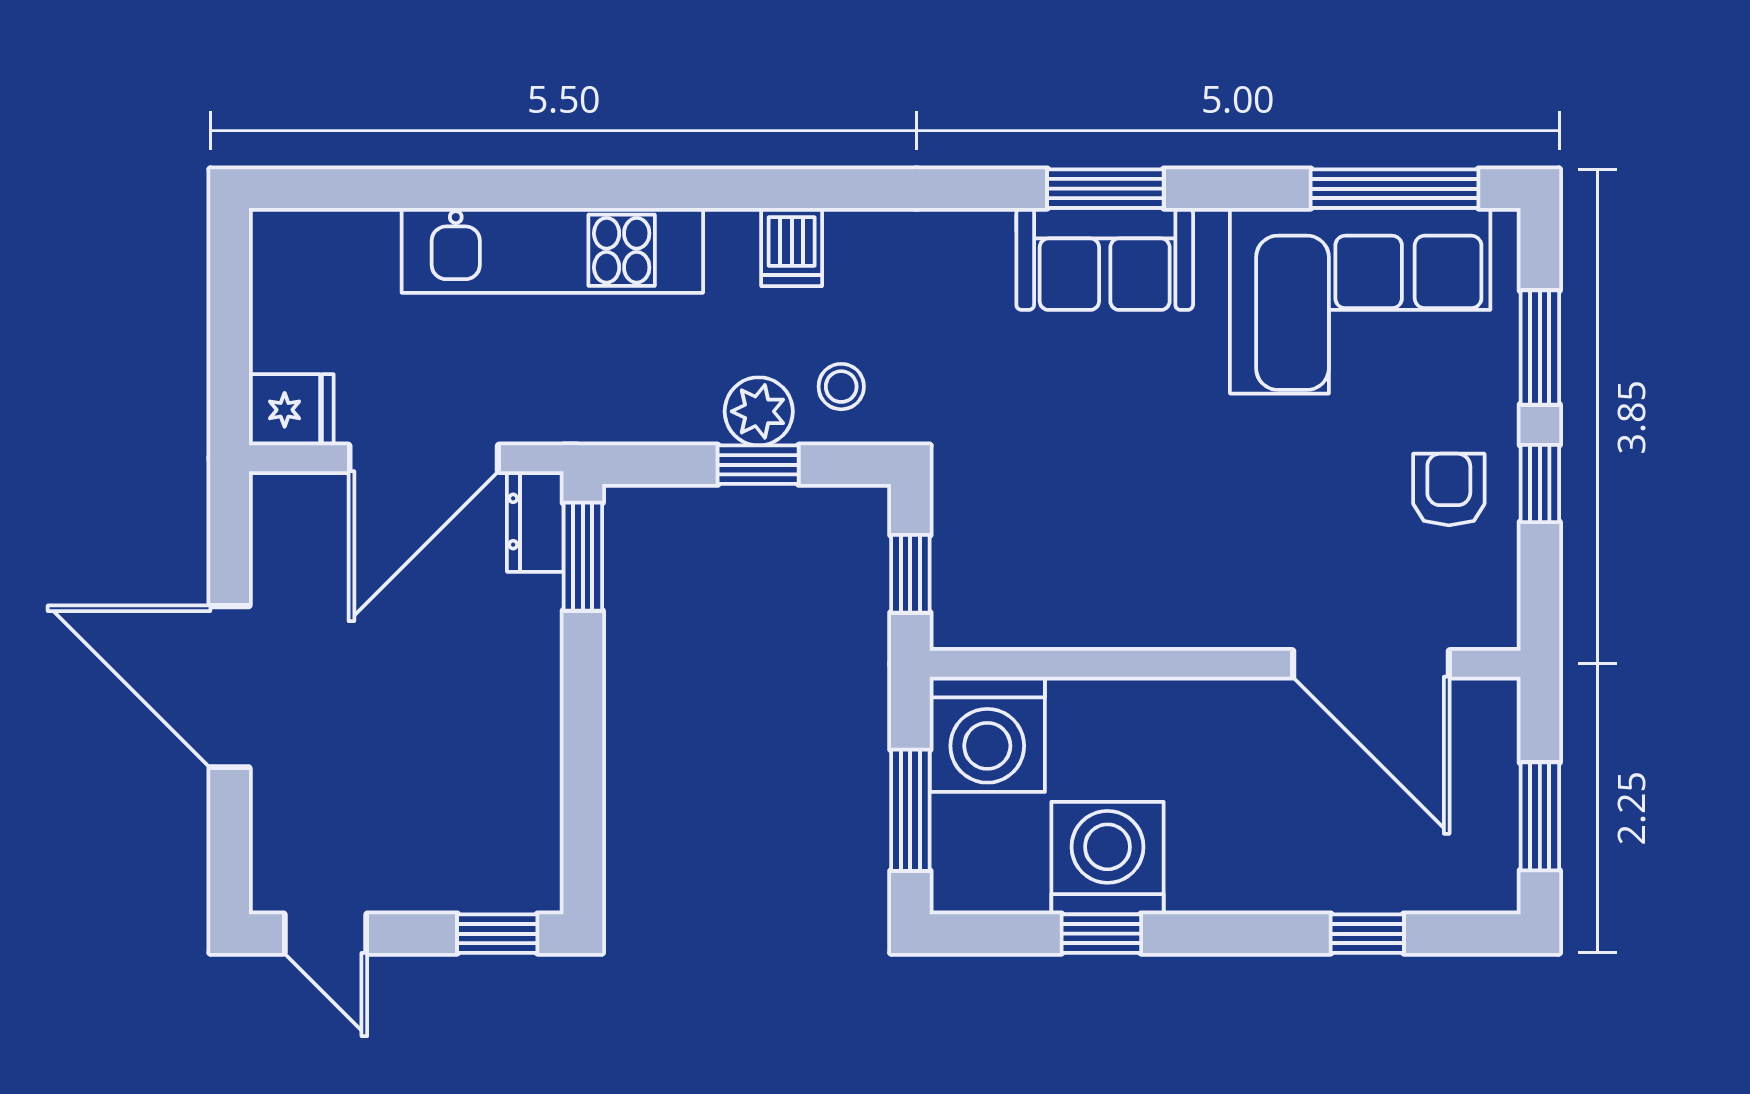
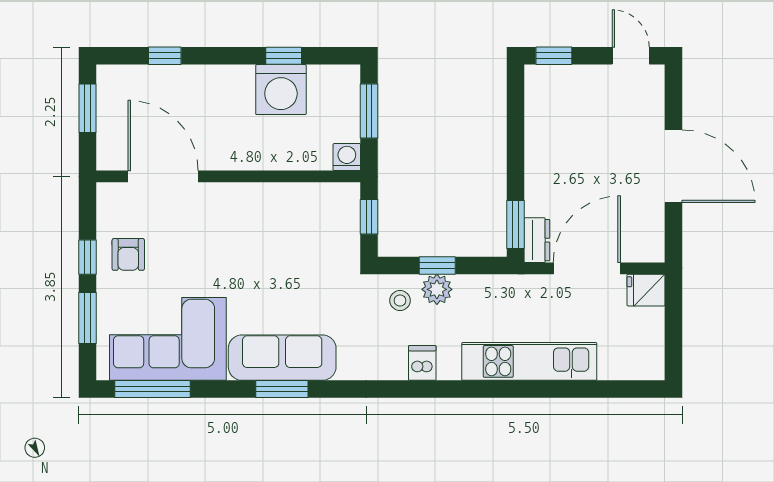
sofa: (1105, 259) -> (282, 358), width x1.36
washing machine: (987, 734) -> (347, 157), width x0.53, depth x0.53

